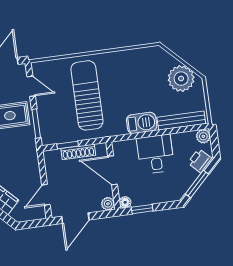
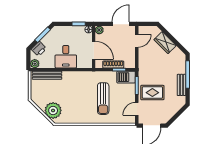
plant: (181, 79) -> (53, 110), moved
door: (31, 86) -> (137, 109), hinge flipped
sun lounger: (87, 95) -> (103, 99), width x0.73, depth x0.75
barbecue: (142, 123) -> (126, 77), moved

